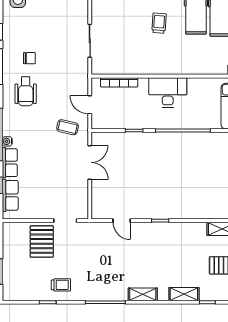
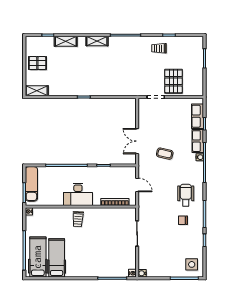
trolley: (159, 23) -> (78, 219), moved
coffee table: (68, 127) -> (165, 154), moved
door: (122, 221) -> (113, 97), removed

